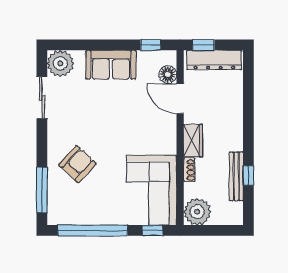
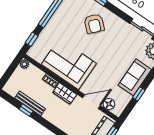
window: (151, 45) -> (139, 94), moved
corner sofa: (152, 190) -> (69, 64), moved
plant: (197, 212) -> (24, 64), width x0.53, depth x0.53

